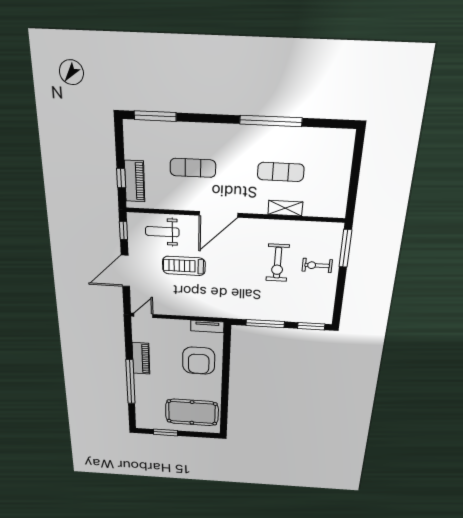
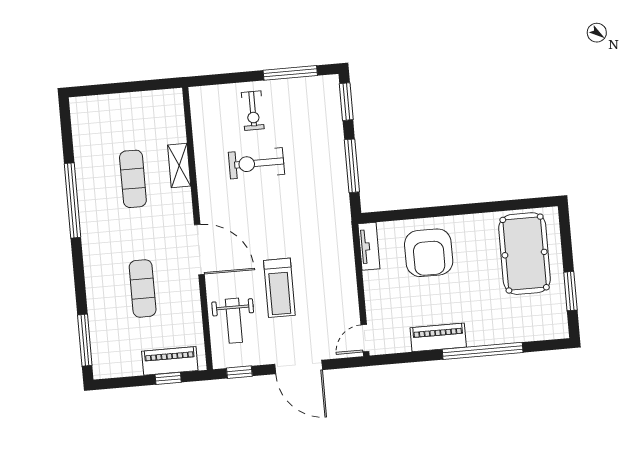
window: (345, 248) -> (290, 73), moved
exercise bike: (278, 263) -> (256, 163), turned 180
door: (143, 315) -> (365, 338), hinge flipped
armchair: (199, 361) -> (429, 253), turned 90

